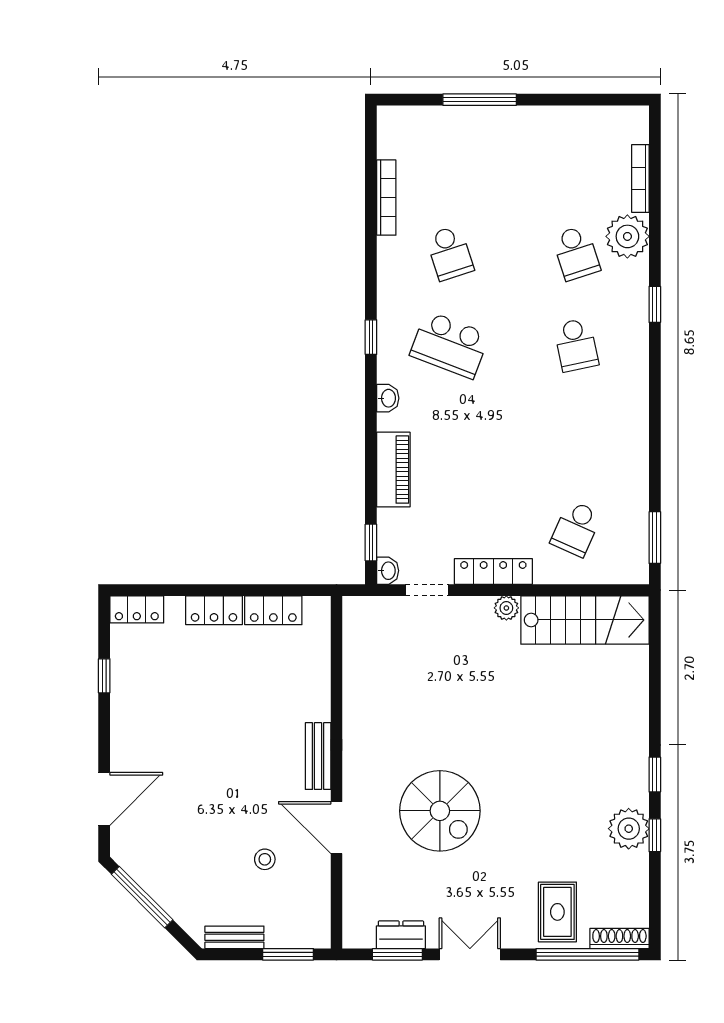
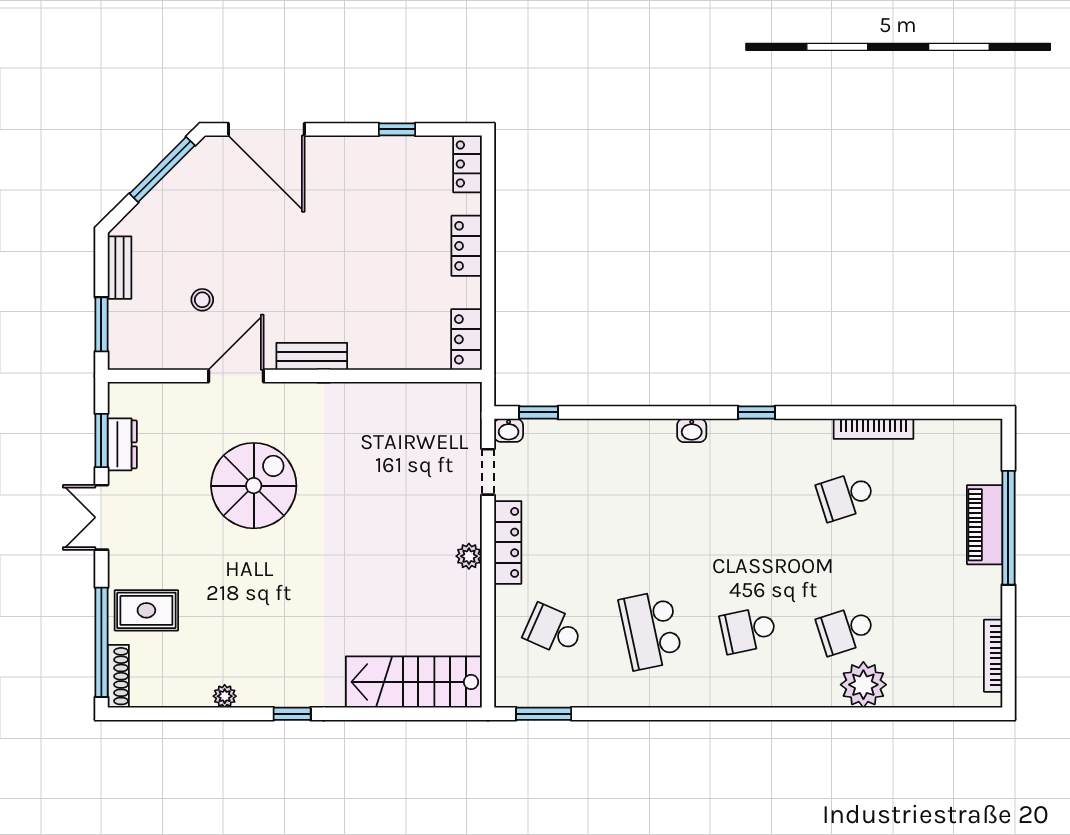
window: (480, 100) -> (1008, 528), width x1.46
bookcase: (640, 179) -> (993, 656), moved, turned -90
bookcase: (386, 198) -> (874, 429), moved
window: (655, 304) -> (791, 714), removed
school desk: (450, 345) -> (651, 630), moved, turned -33
piano: (393, 470) -> (985, 525), moved, turned 90
locker: (273, 610) -> (467, 339), moved
stairs: (585, 620) -> (414, 682), moved, turned 90
door: (104, 799) -> (266, 129), width x1.36
spiral stairs: (440, 811) -> (254, 486), turned 180
plant: (629, 829) -> (225, 696), width x0.53, depth x0.53
window: (655, 835) -> (228, 714), removed
double door: (470, 954) -> (101, 517), swing flipped

